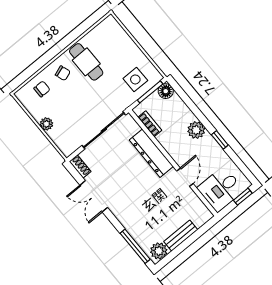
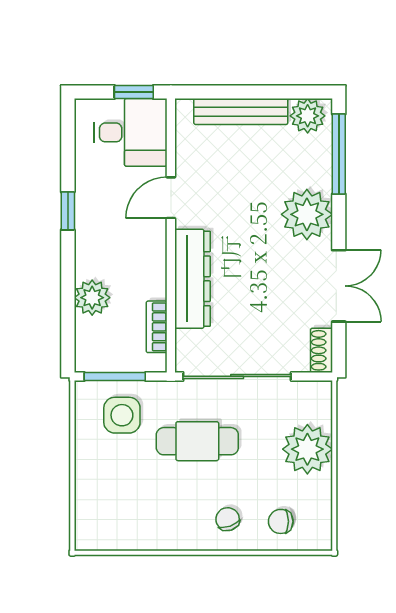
cafe table: (86, 62) -> (197, 441), moved, turned 90
floor lamp: (166, 91) -> (89, 357), removed
plant: (46, 124) -> (307, 449), width x1.88, depth x1.88
plant: (196, 130) -> (92, 298), moved
window: (243, 197) -> (134, 92), moved
plant: (128, 213) -> (307, 214), added
bench: (181, 236) -> (241, 112), width x1.36

